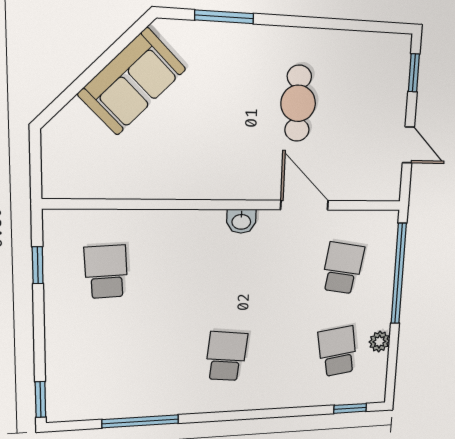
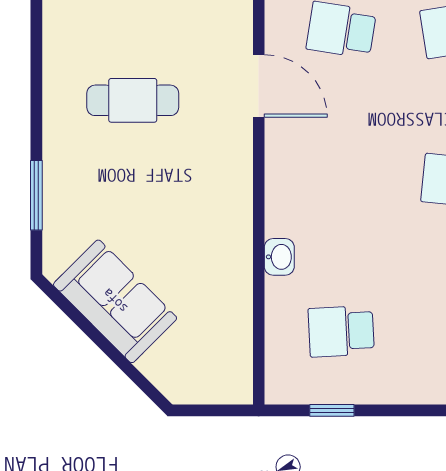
door: (304, 205) -> (259, 86), swing flipped
washbasin: (241, 221) -> (279, 257), moved

